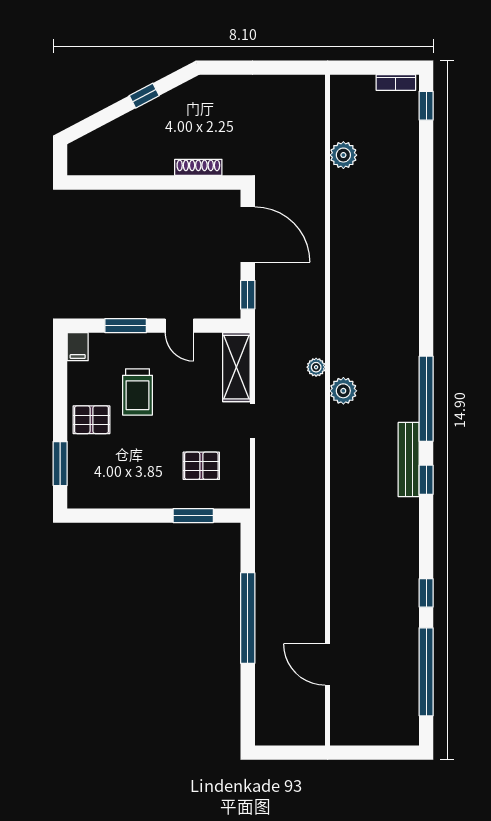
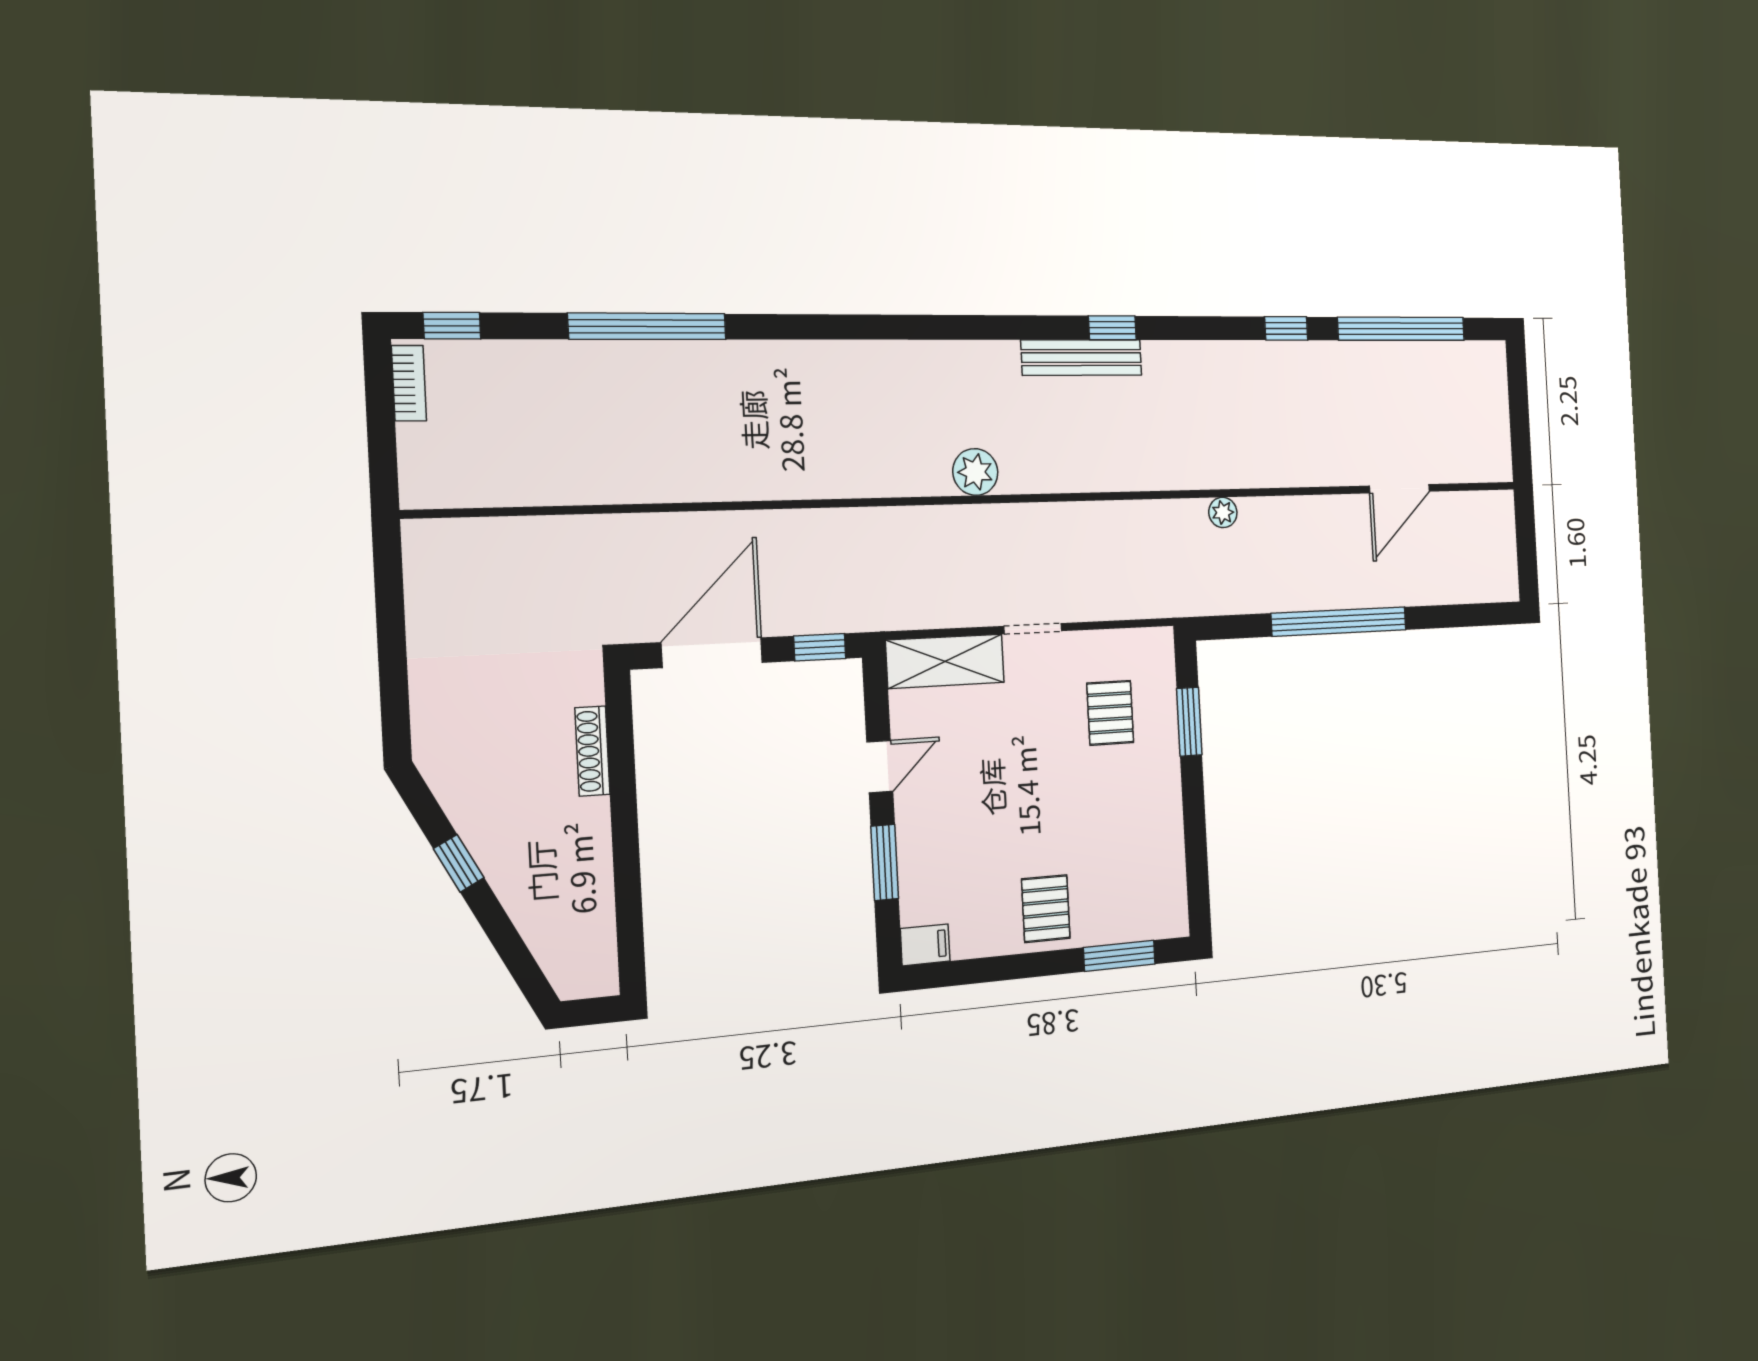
plant: (343, 155) -> (555, 481), removed
plant: (316, 367) -> (1223, 512), moved
trolley: (137, 392) -> (996, 832), removed
window: (426, 399) -> (648, 326), moved

